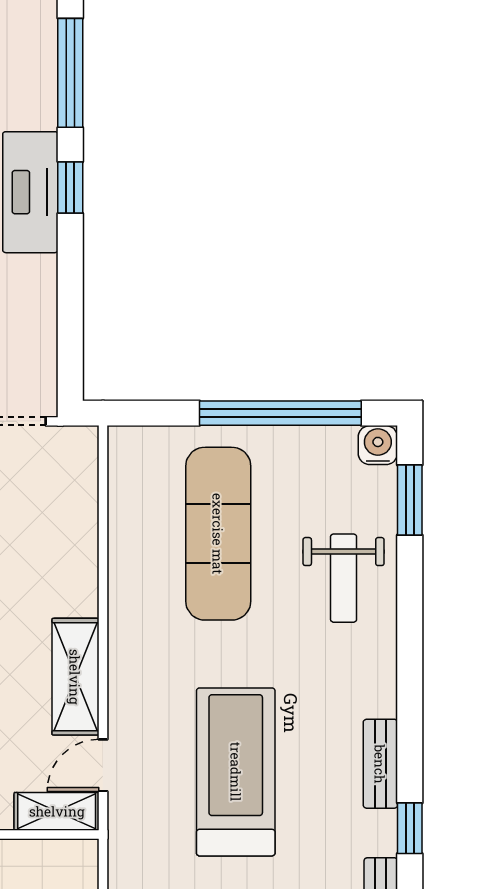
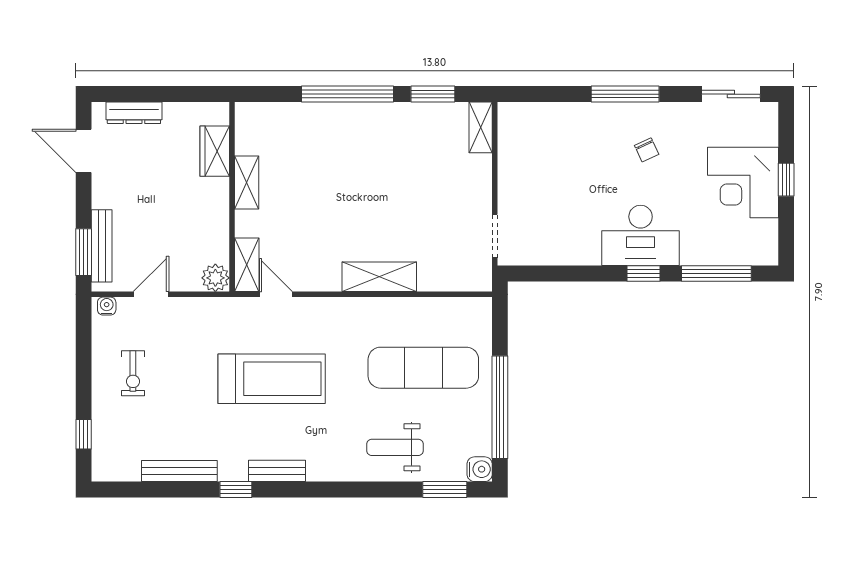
shelving: (75, 677) -> (379, 277), moved
plant: (77, 860) -> (215, 278), added

